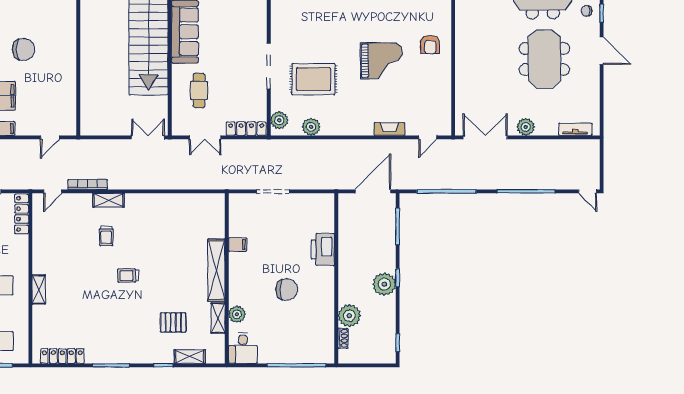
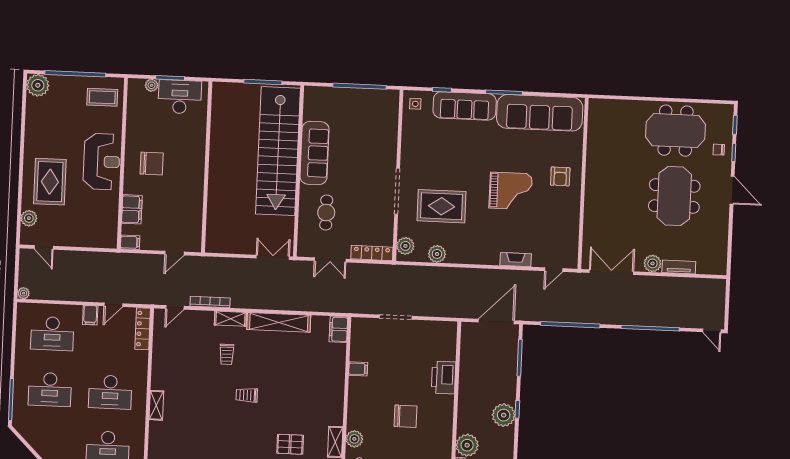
tv unit: (575, 129) -> (679, 267), moved
filing cabinet: (216, 206) -> (338, 329), added
shelving: (216, 270) -> (279, 322), moved, turned 90

